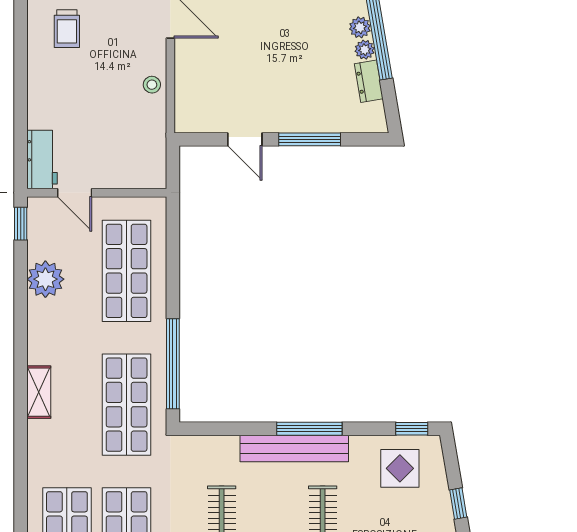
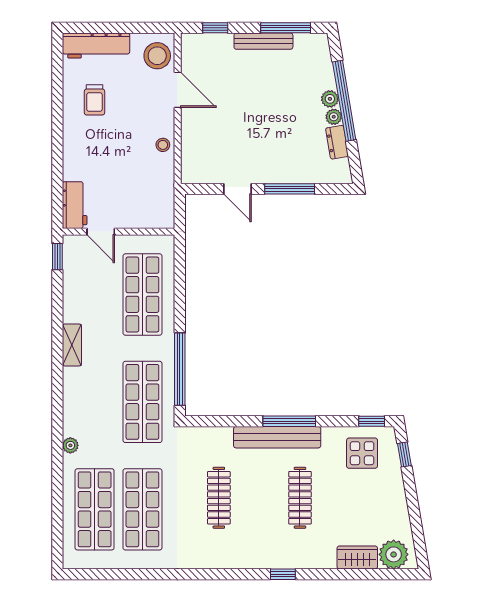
plant: (45, 279) -> (70, 445), moved, width x0.53, depth x0.53
shelving: (39, 392) -> (72, 345), moved
window: (458, 503) -> (404, 455), moved

